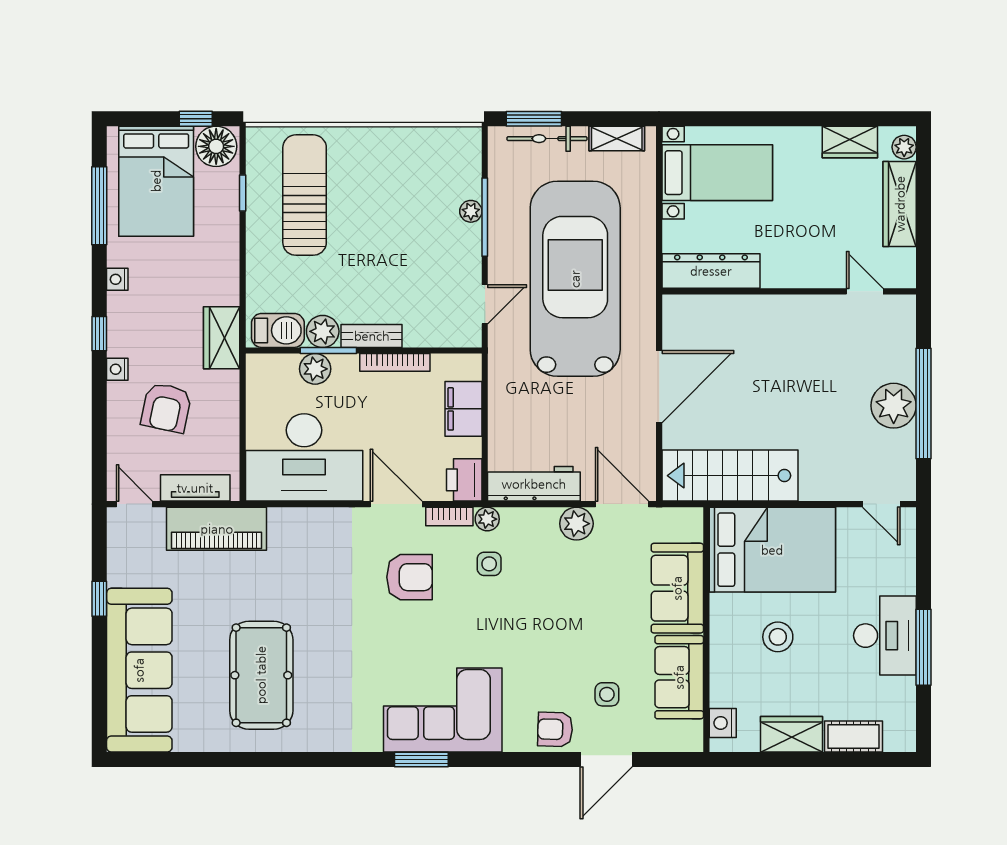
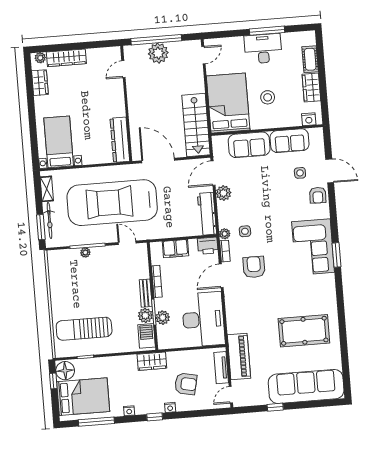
dresser: (711, 271) -> (120, 140), moved
wall: (789, 291) -> (126, 104), moved
door: (865, 291) -> (123, 69), moved

